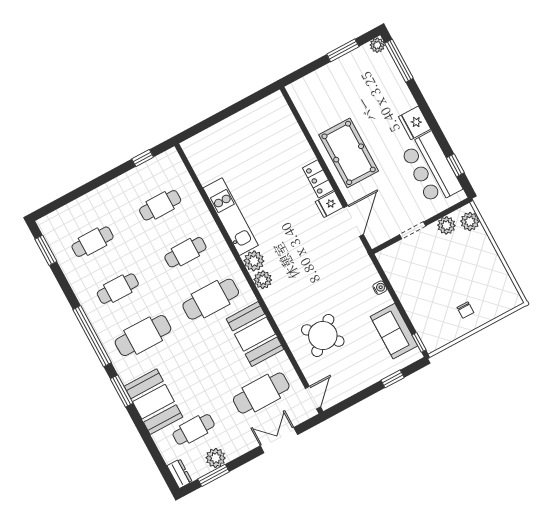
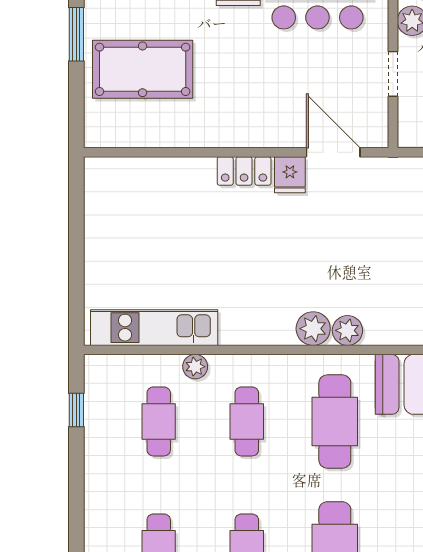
pool table: (349, 153) -> (143, 69), moved
plant: (200, 209) -> (195, 367), added
kitchen unit: (231, 217) -> (154, 328), moved

